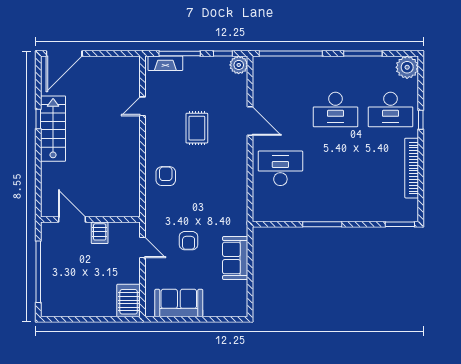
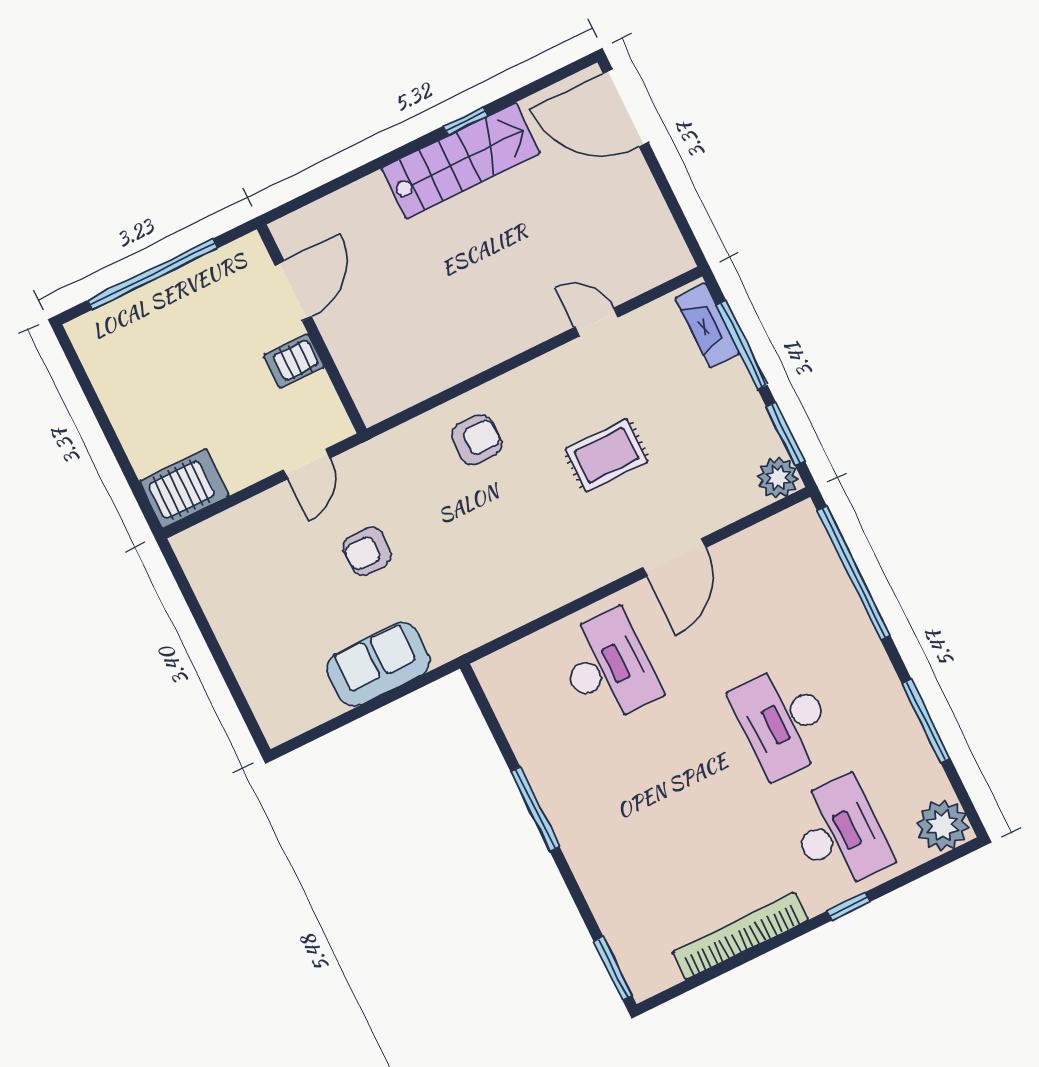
window: (223, 54) -> (785, 434), width x1.50
desk: (391, 110) -> (839, 834), turned 180
sofa: (179, 303) -> (230, 594), removed

